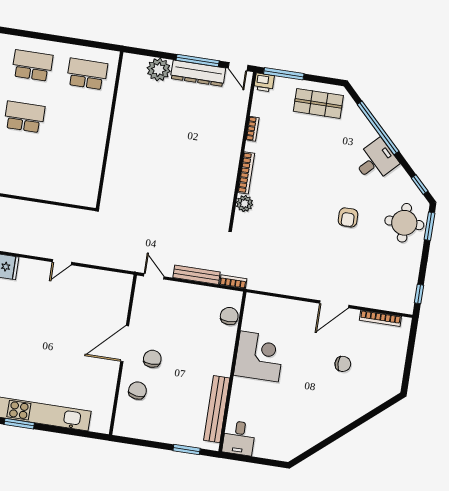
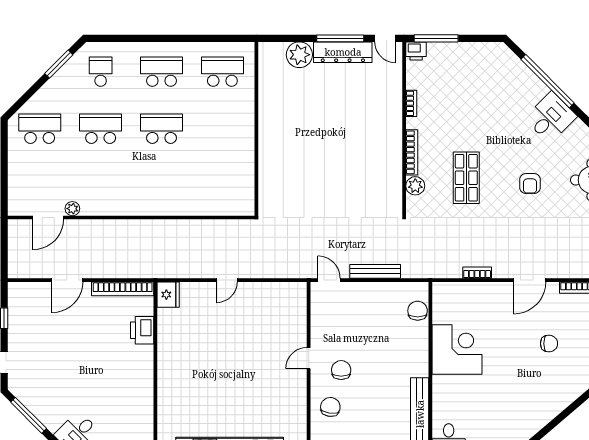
shop shelf: (318, 103) -> (466, 178), moved, turned 90
bookcase: (233, 282) -> (477, 273), moved
door: (125, 344) -> (309, 358), width x0.53

